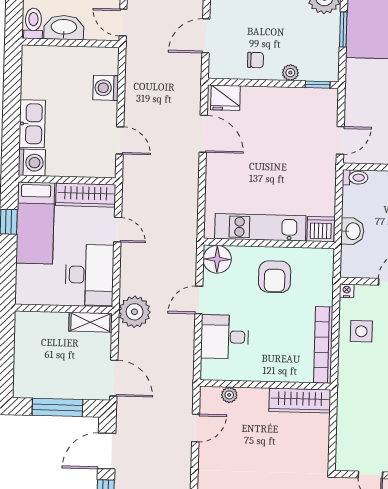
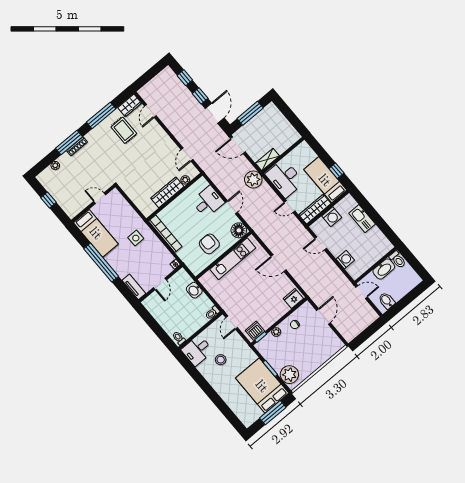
door: (203, 134) -> (279, 263), moved
washing machine: (32, 163) -> (332, 217), moved, turned -90
dishwasher: (321, 229) -> (255, 331), moved, turned 180
side table: (361, 331) -> (136, 238), moved
wardrobe: (300, 401) -> (167, 192), moved

